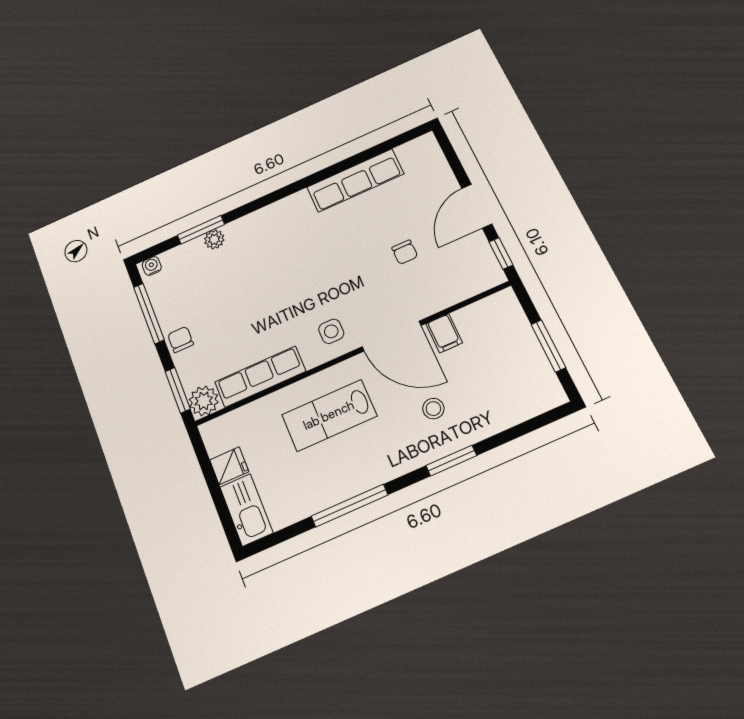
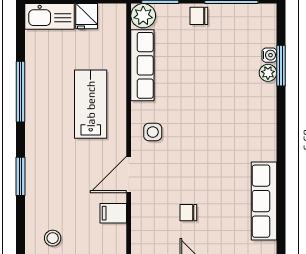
water cooler: (152, 266) -> (269, 55), moved
door: (392, 336) -> (129, 174), width x0.73
chair: (181, 339) -> (199, 16), turned 180
stool: (433, 409) -> (53, 238), moved

